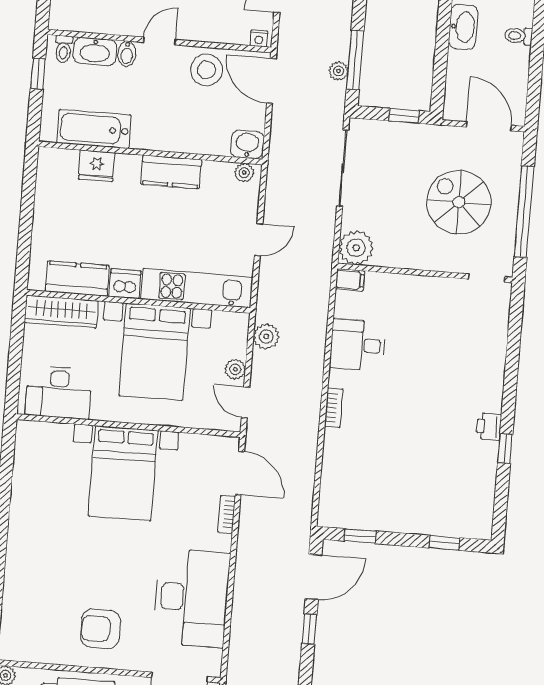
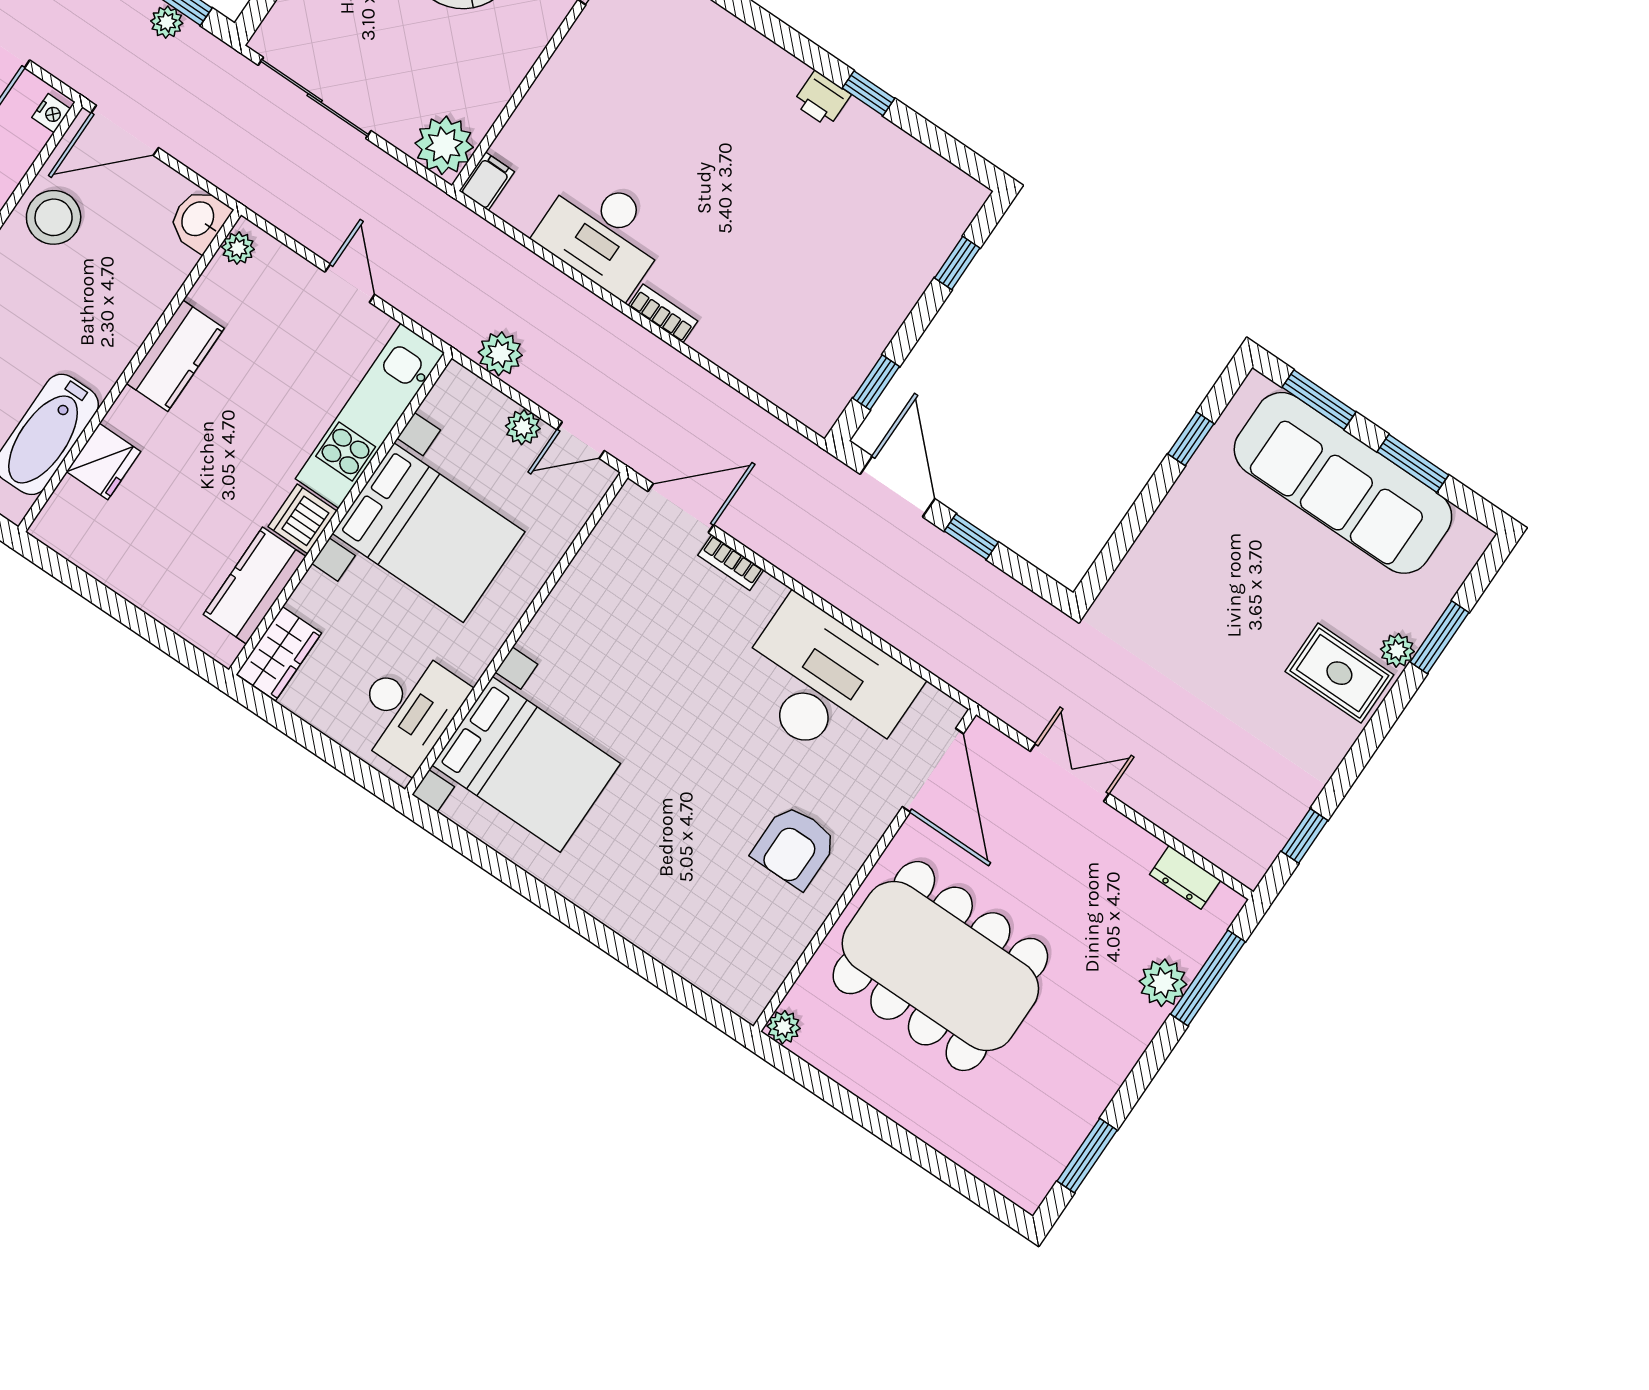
wardrobe: (62, 312) -> (279, 654), width x0.67
desk: (358, 345) -> (603, 234), width x1.37
bed with nightstands: (123, 473) -> (526, 764), moved

